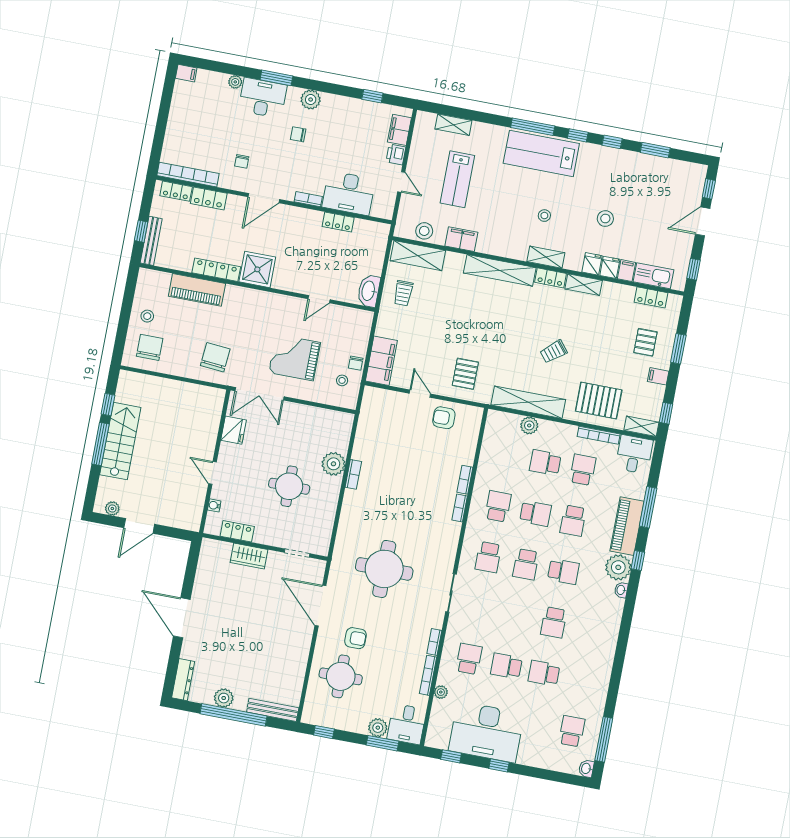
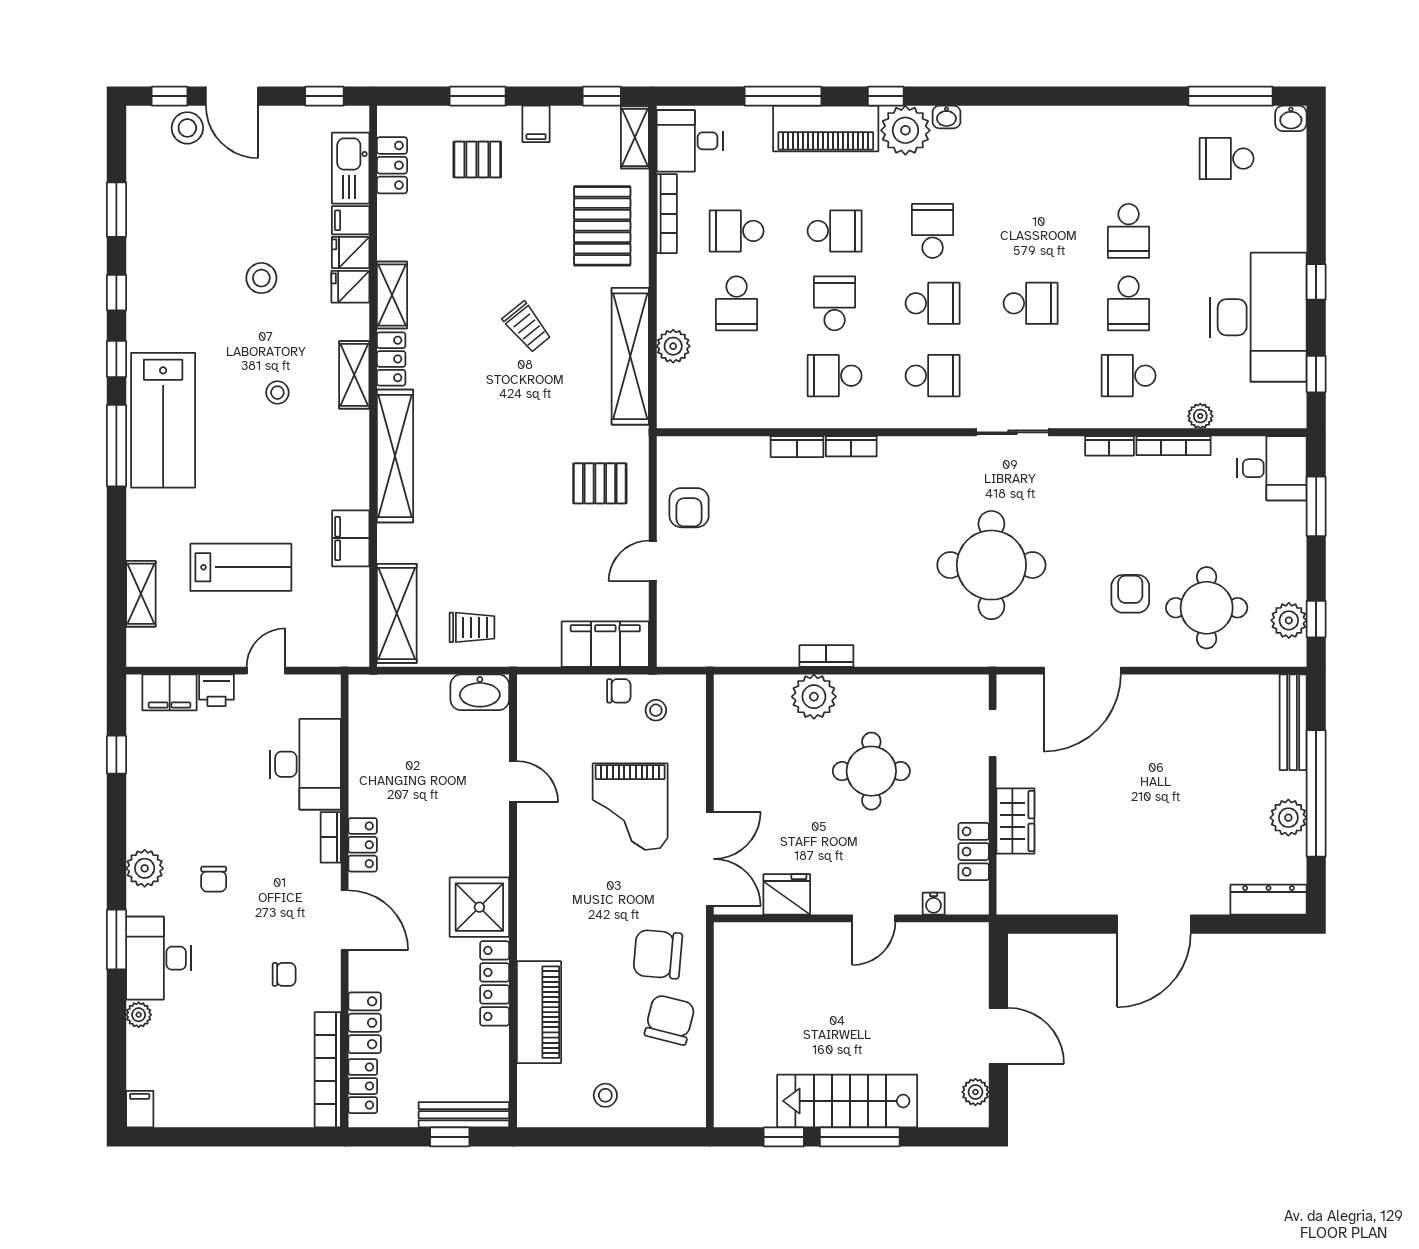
locker: (338, 222) -> (363, 845), moved
stool: (424, 231) -> (187, 128), moved
chair: (150, 347) -> (670, 1020), moved, turned 104
school desk: (554, 622) -> (1031, 303), moved
plant: (378, 728) -> (1289, 620), moved

